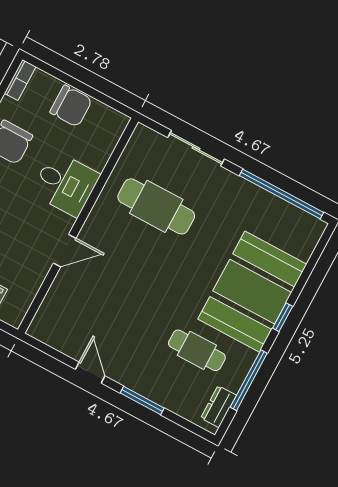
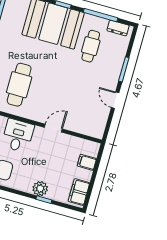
door: (65, 251) -> (53, 128), hinge flipped
door: (90, 373) -> (115, 100), hinge flipped

